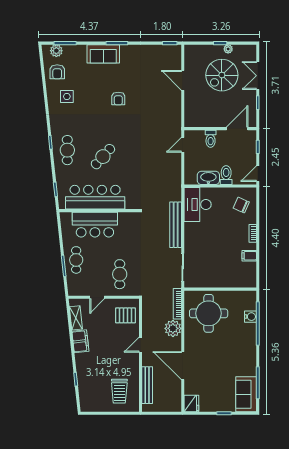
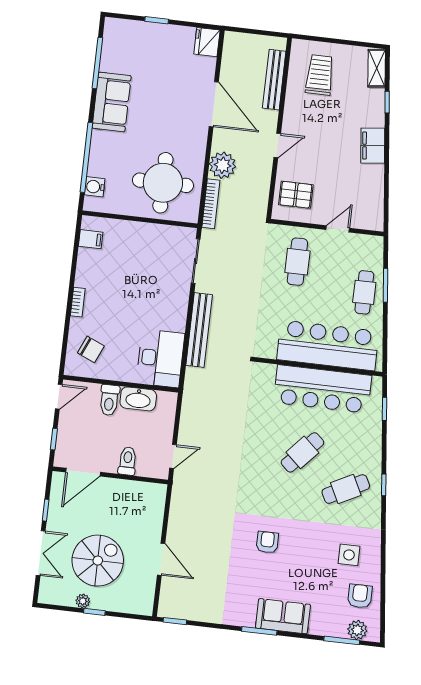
cafe table: (67, 150) -> (346, 489), moved, turned 63
bar counter: (95, 225) -> (328, 345), width x1.36
filing cabinet: (249, 256) -> (91, 239), moved
water cooler: (250, 317) -> (95, 187), moved
shelving: (76, 318) -> (377, 68), moved
filing cabinet: (80, 341) -> (373, 146), moved
sofa: (246, 394) -> (112, 102), moved

